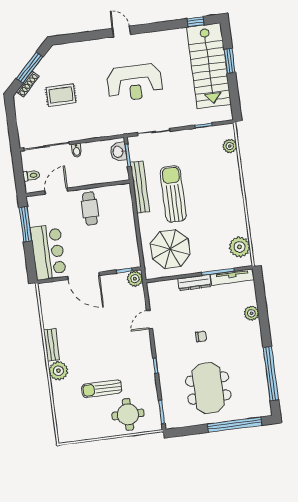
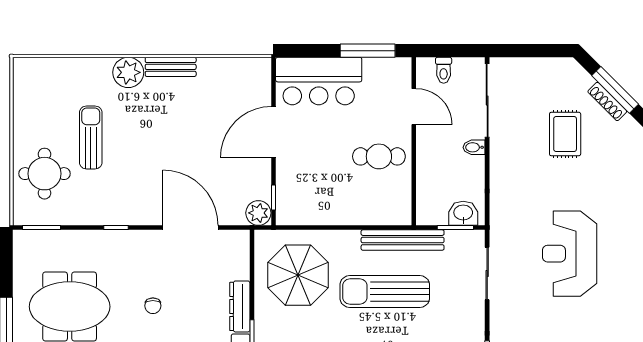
shoe rack: (28, 84) -> (607, 101), moved
sun lounger: (173, 194) -> (385, 291), turned 180
door: (149, 320) -> (190, 228), width x1.88

